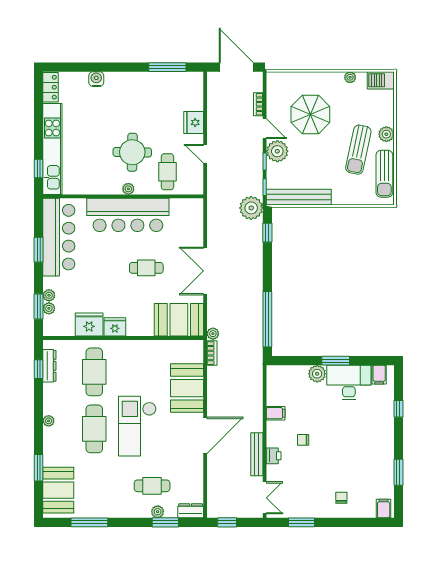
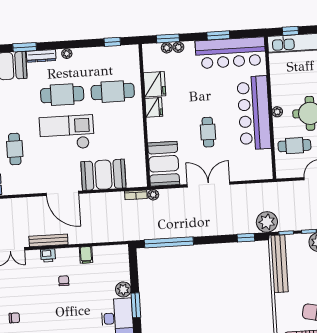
dresser: (49, 366) -> (41, 56), moved

